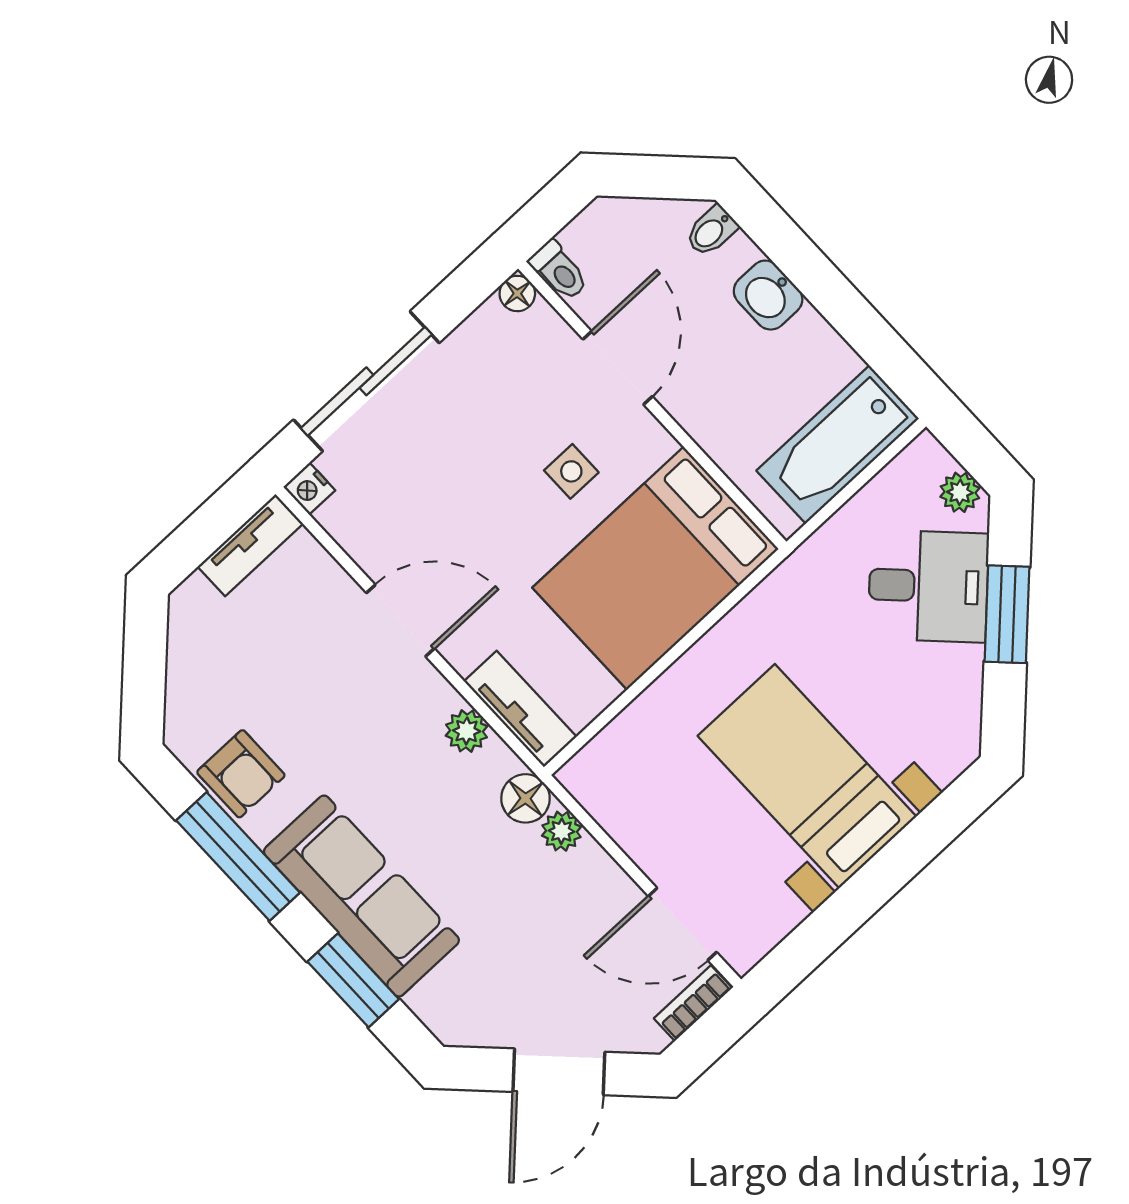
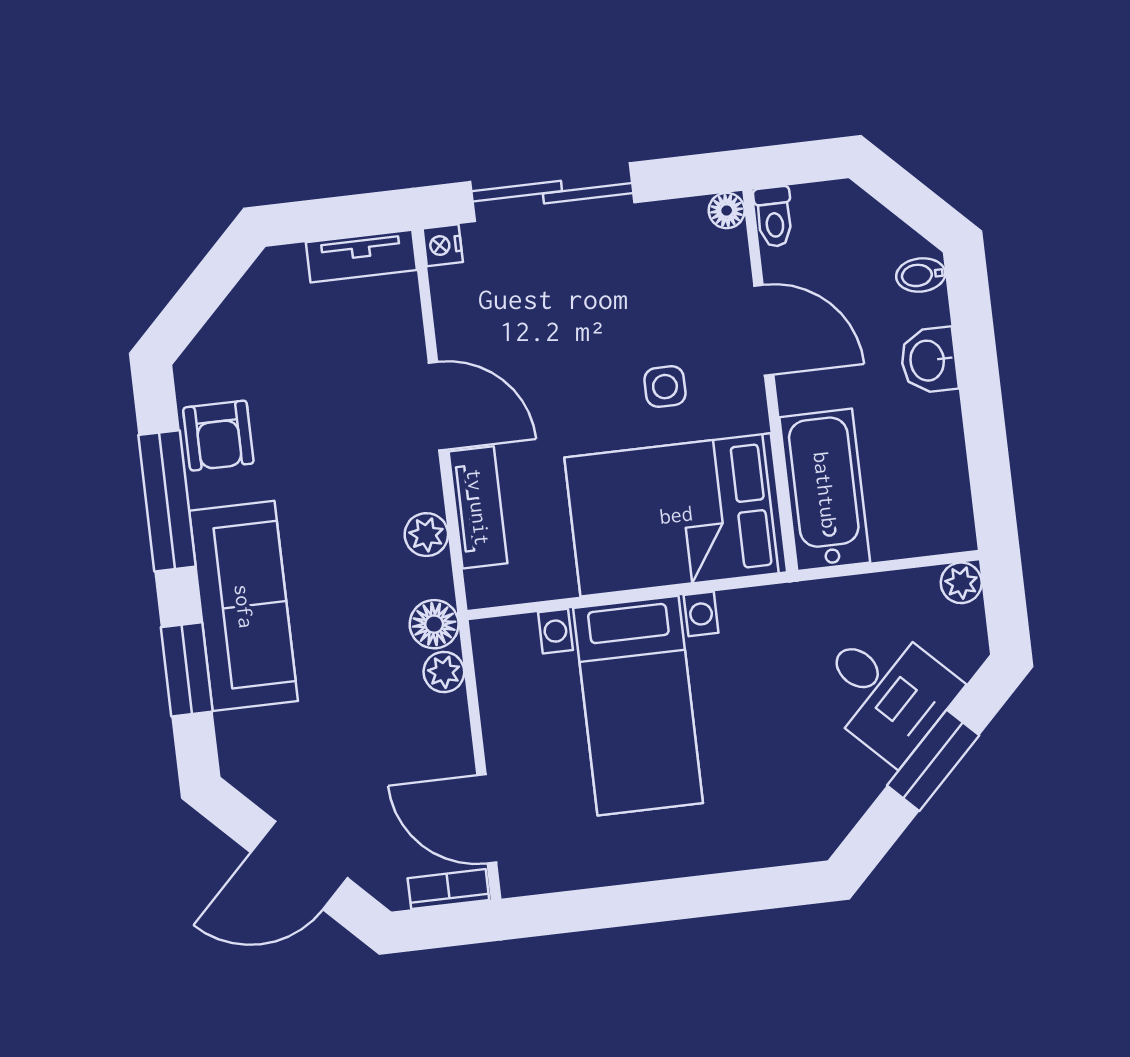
door: (618, 368) -> (764, 330), hinge flipped
bathtub: (838, 445) -> (825, 490), moved, turned 90
plant: (960, 492) -> (961, 583), moved
tv unit: (520, 709) -> (478, 507), moved
bed with nightstands: (807, 776) -> (638, 706), moved, turned 180

